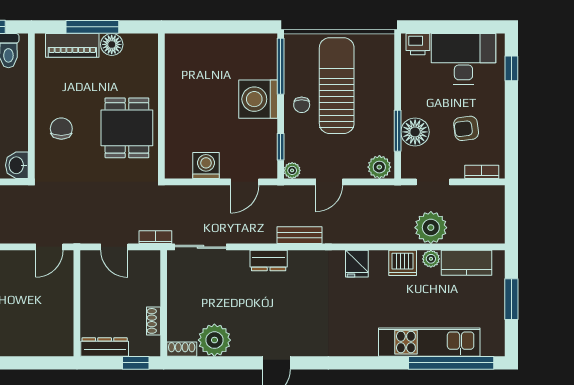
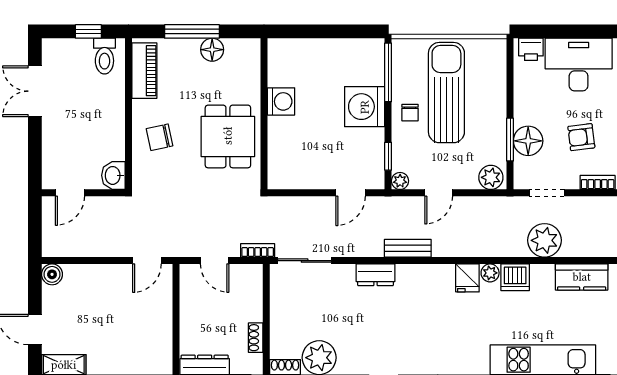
piano: (72, 45) -> (144, 71), moved, turned -90
chair: (61, 129) -> (160, 137), turned -102
washing machine: (206, 166) -> (281, 101), moved, turned 90
plant: (431, 259) -> (490, 273), moved

